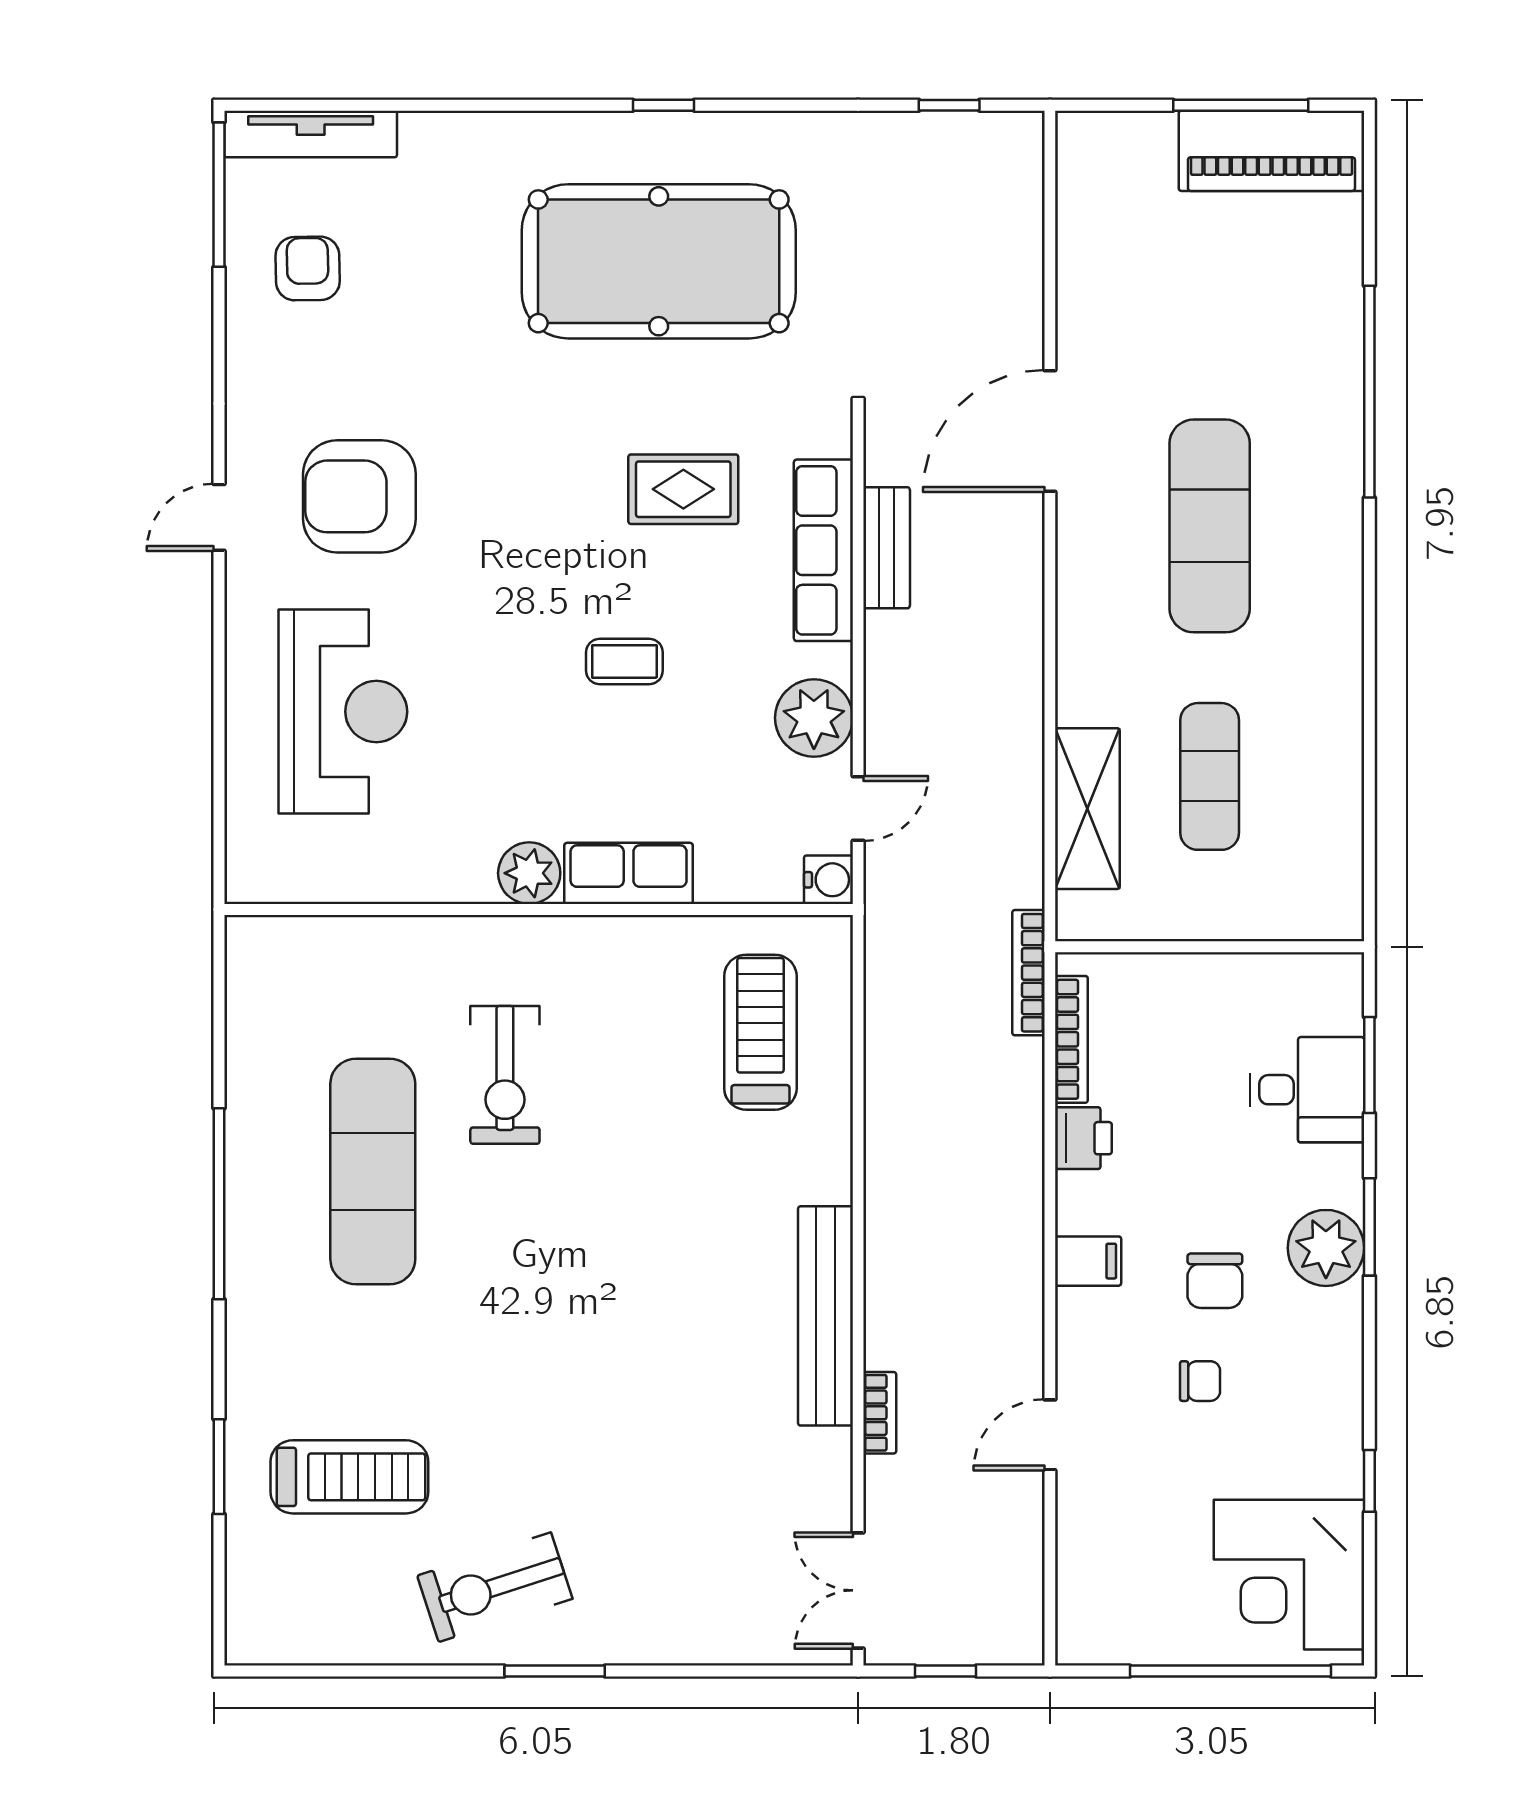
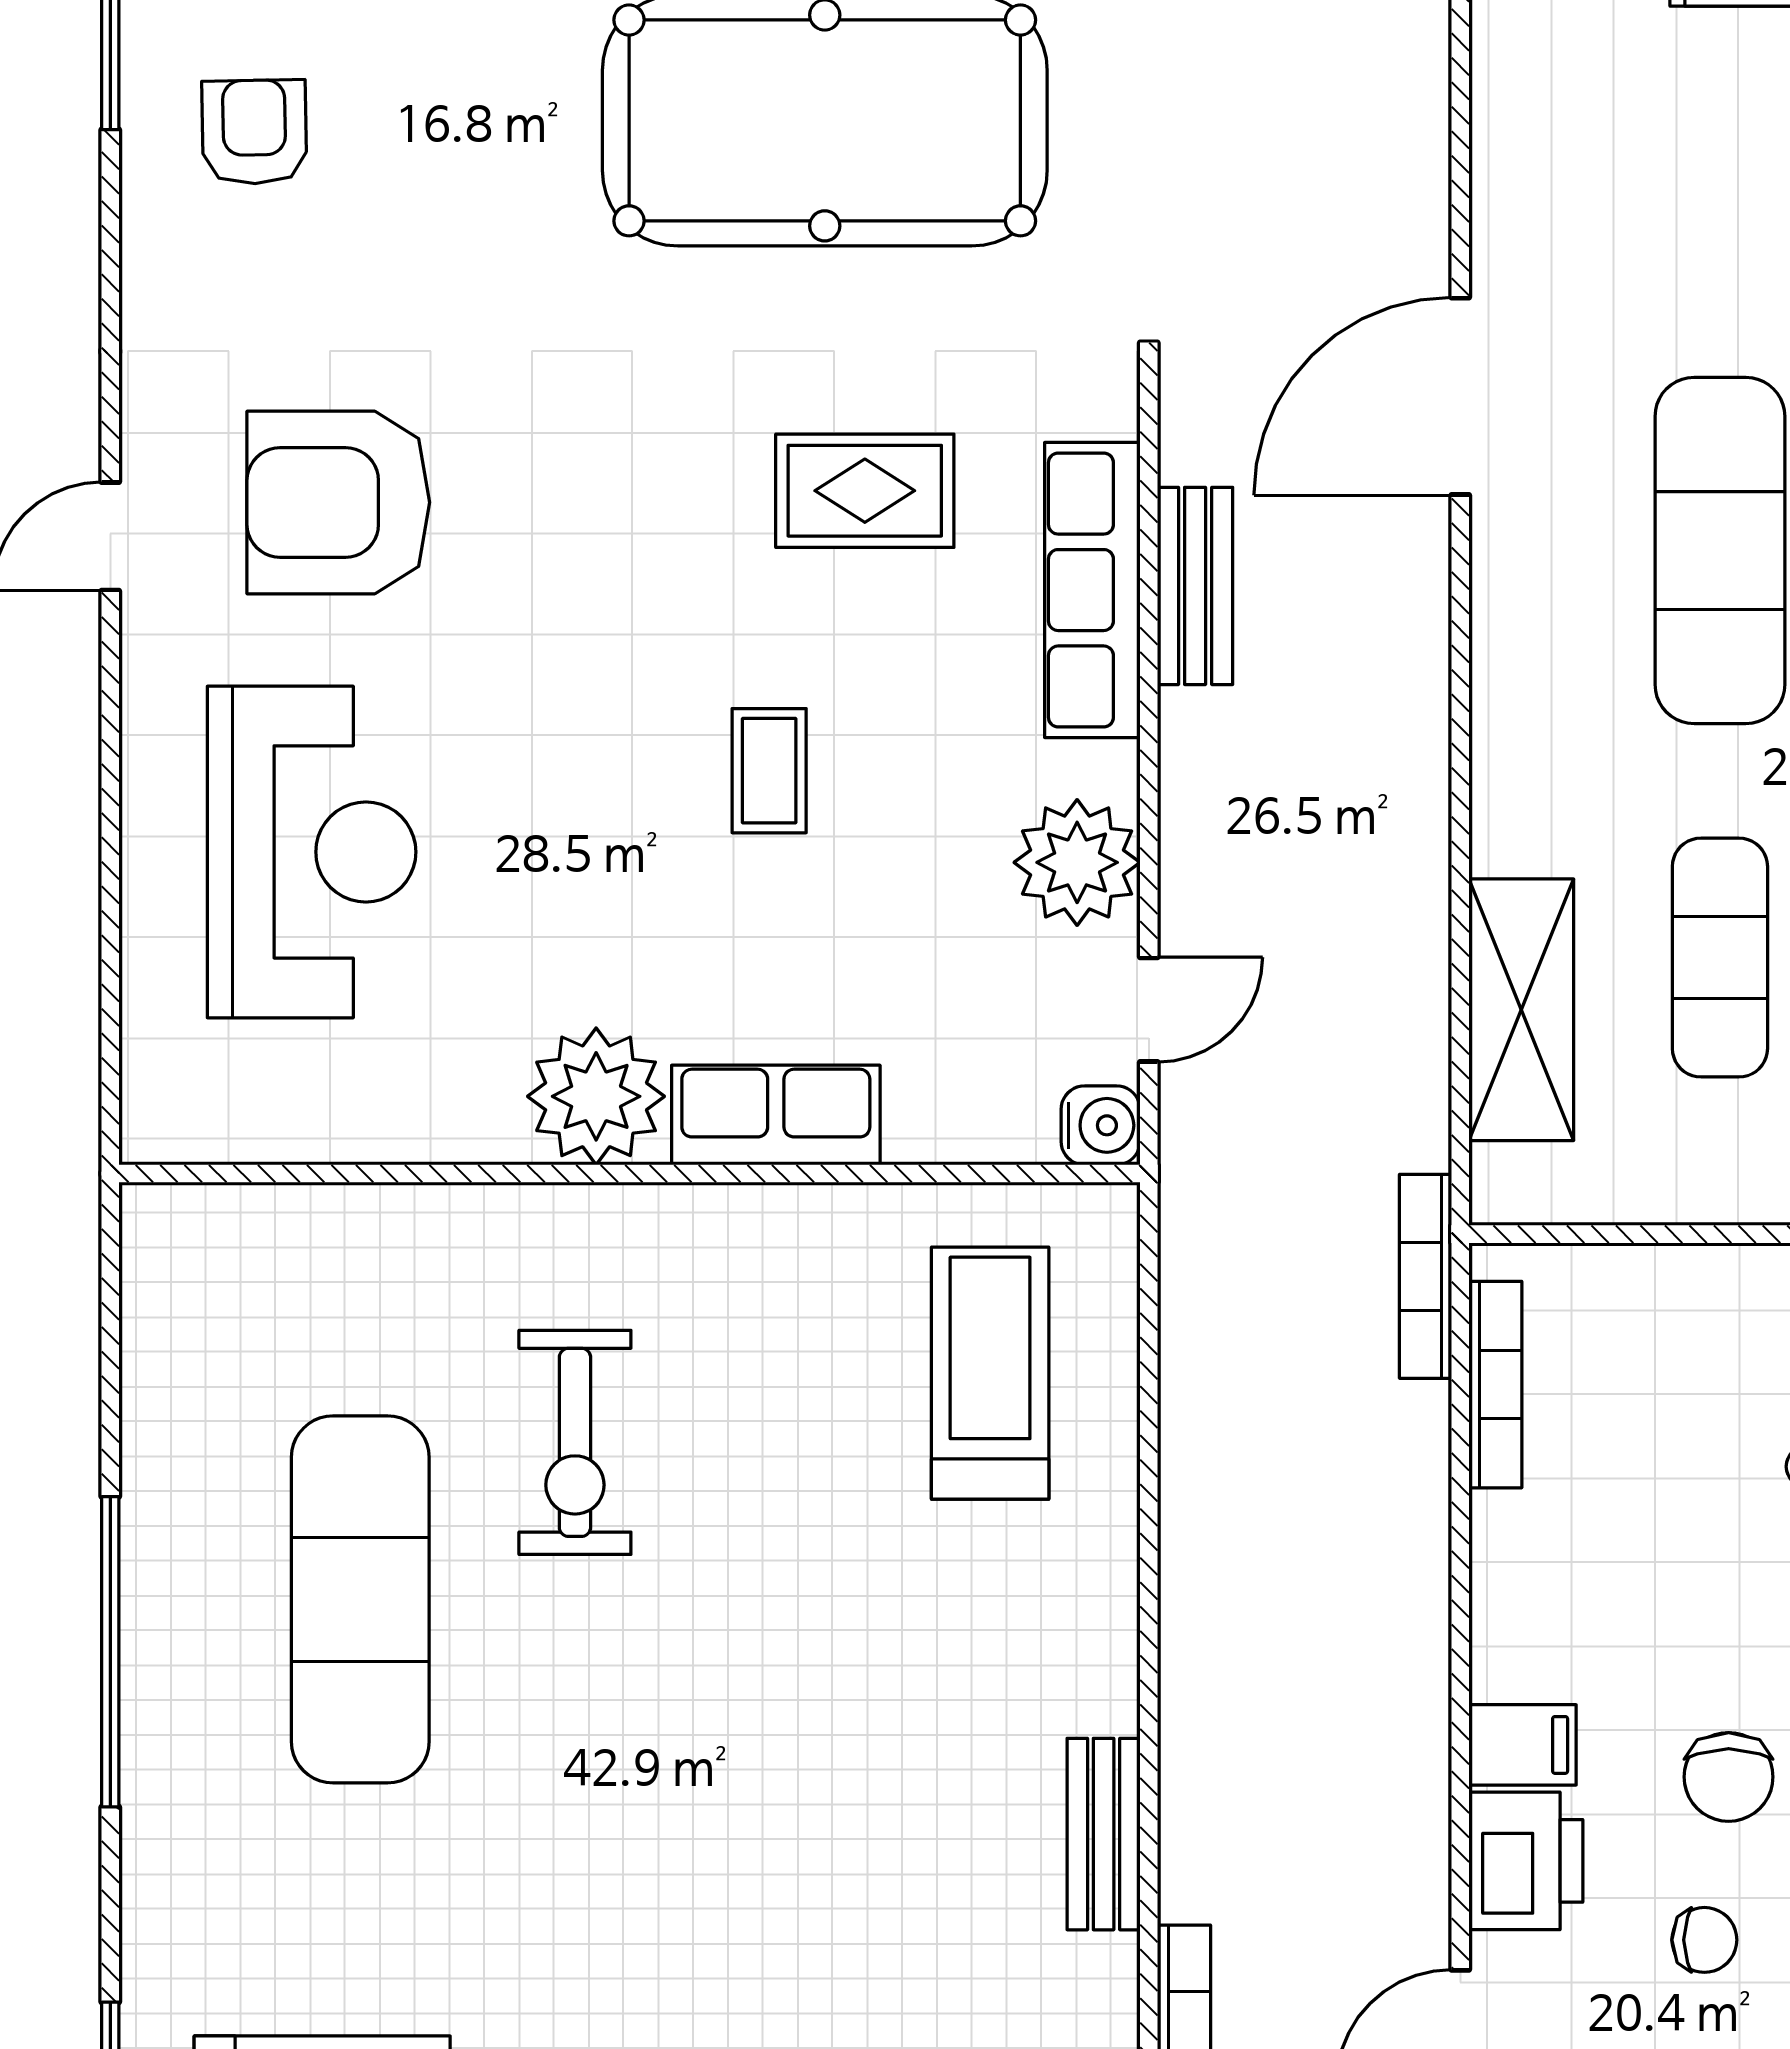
coffee table: (624, 661) -> (769, 771), turned 90
plant: (529, 873) -> (596, 1096), width x1.36, depth x1.36
printer: (1083, 1138) -> (1526, 1861), moved, width x1.36, depth x1.24
bench: (825, 1316) -> (1104, 1834), width x0.54, depth x0.82

